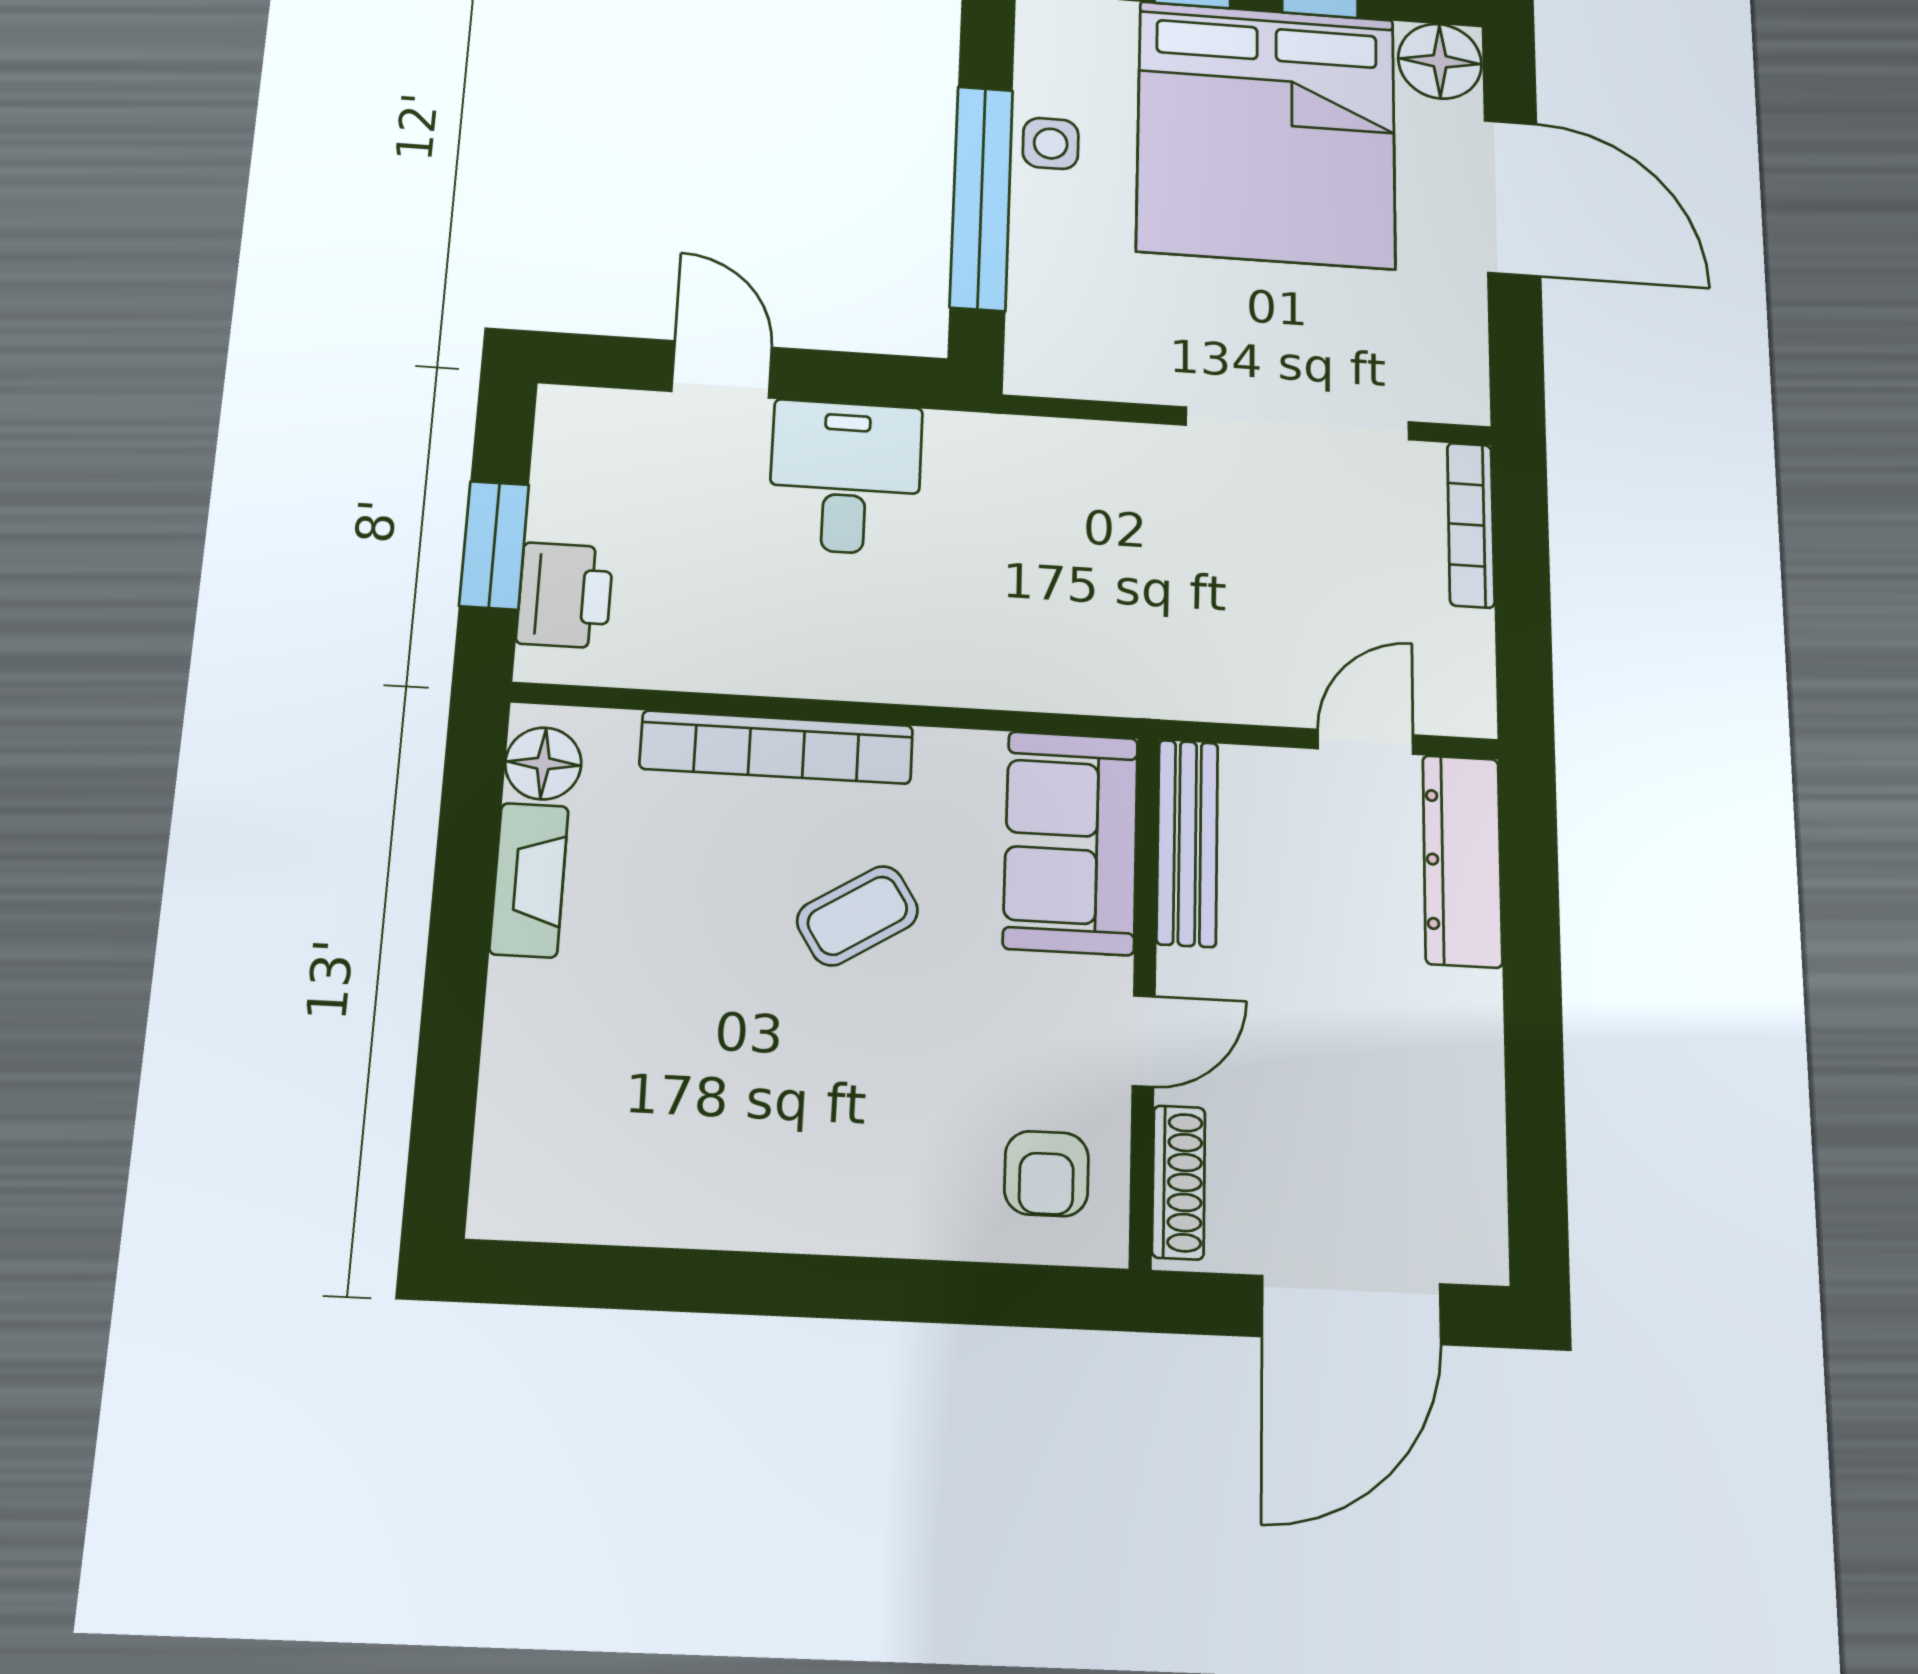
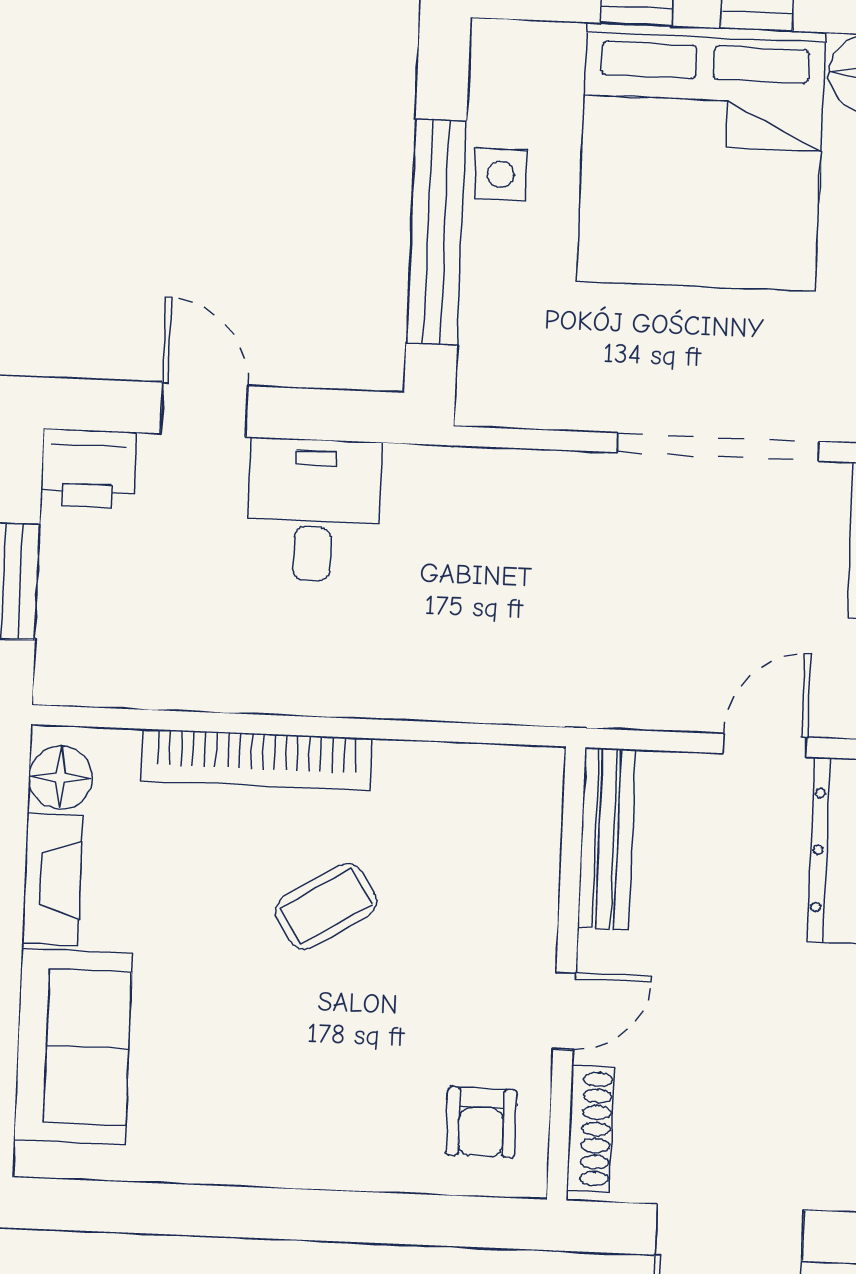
printer: (565, 595) -> (88, 469), moved, turned 90
sofa: (1071, 842) -> (73, 1046), moved, turned 180

